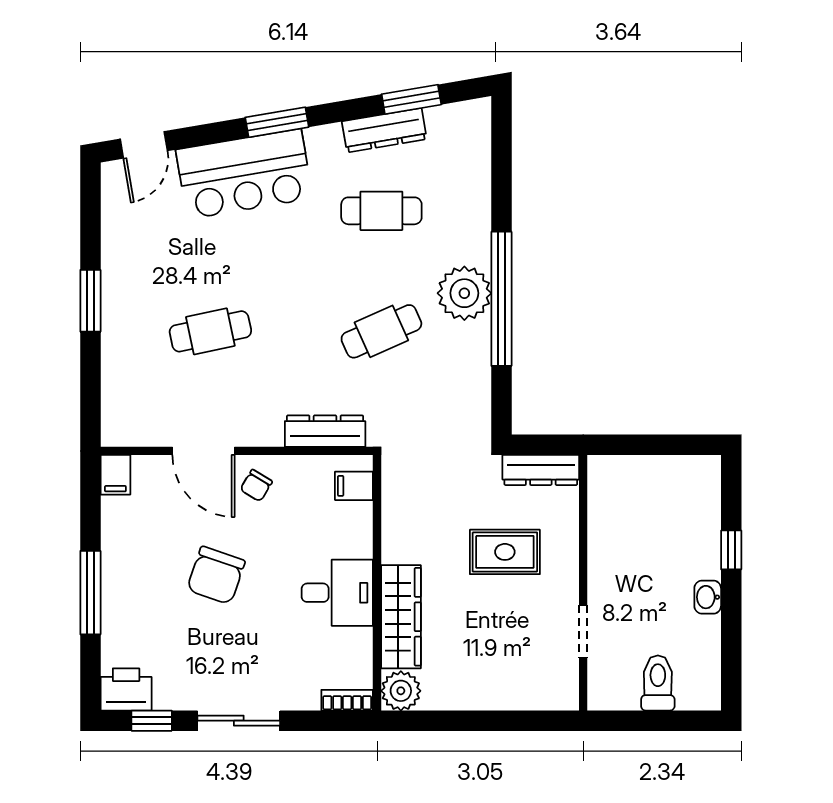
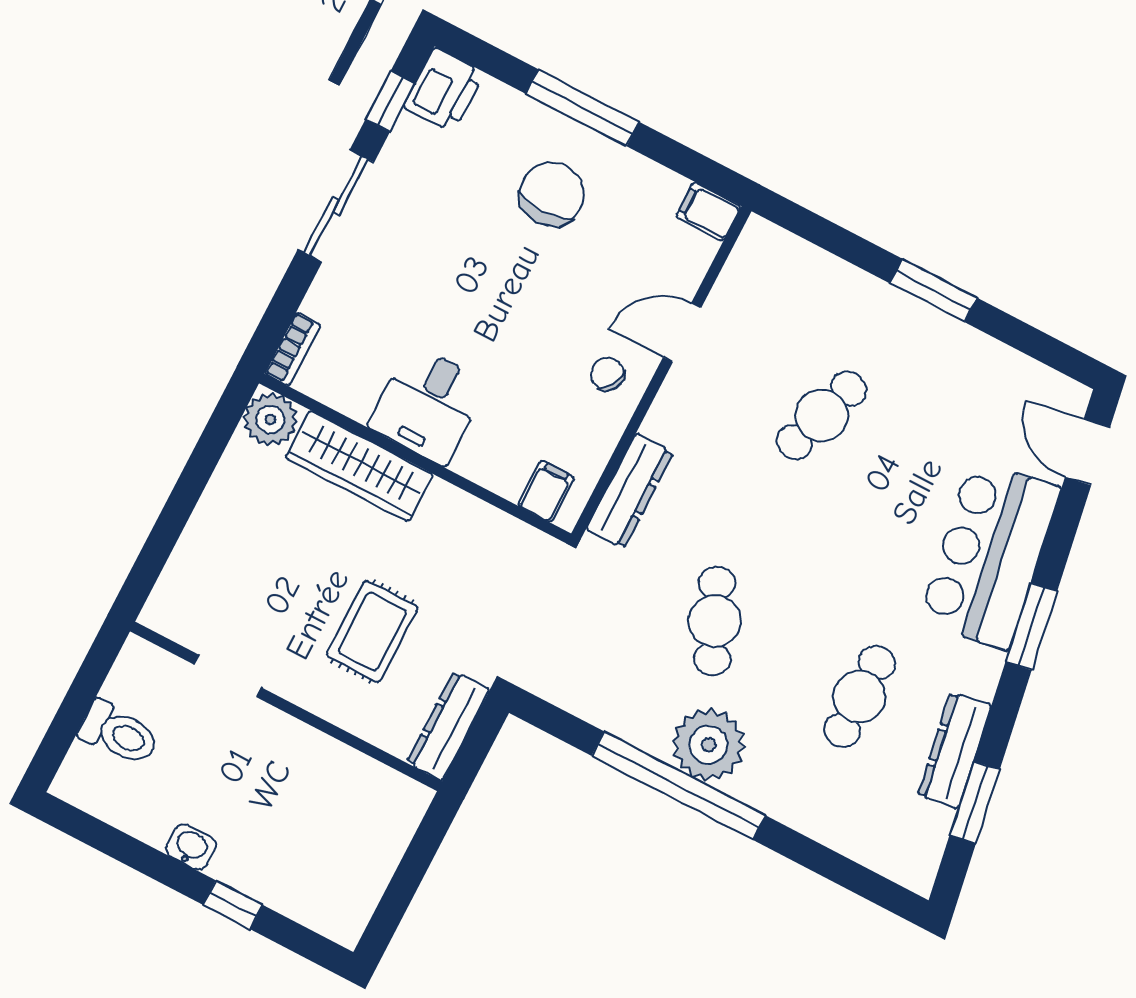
cafe table: (210, 331) -> (822, 416), turned 30
door: (204, 451) -> (682, 332), width x0.73
chair: (216, 575) -> (552, 194), moved, turned 71

